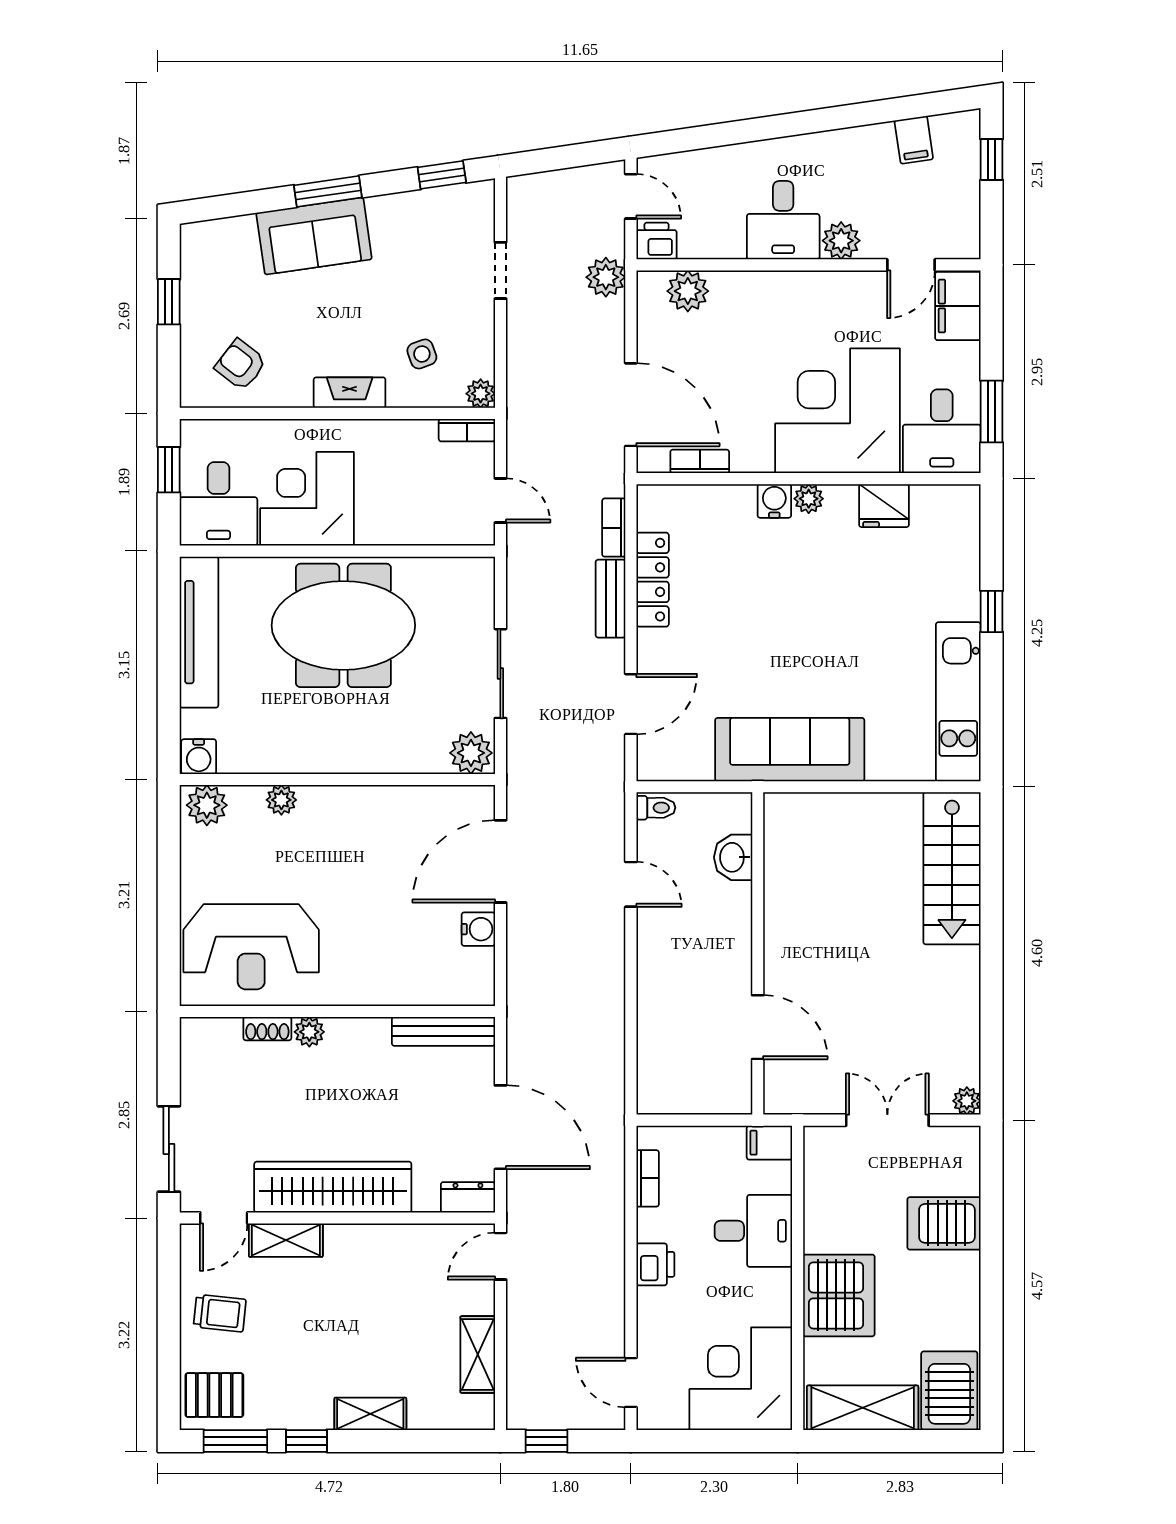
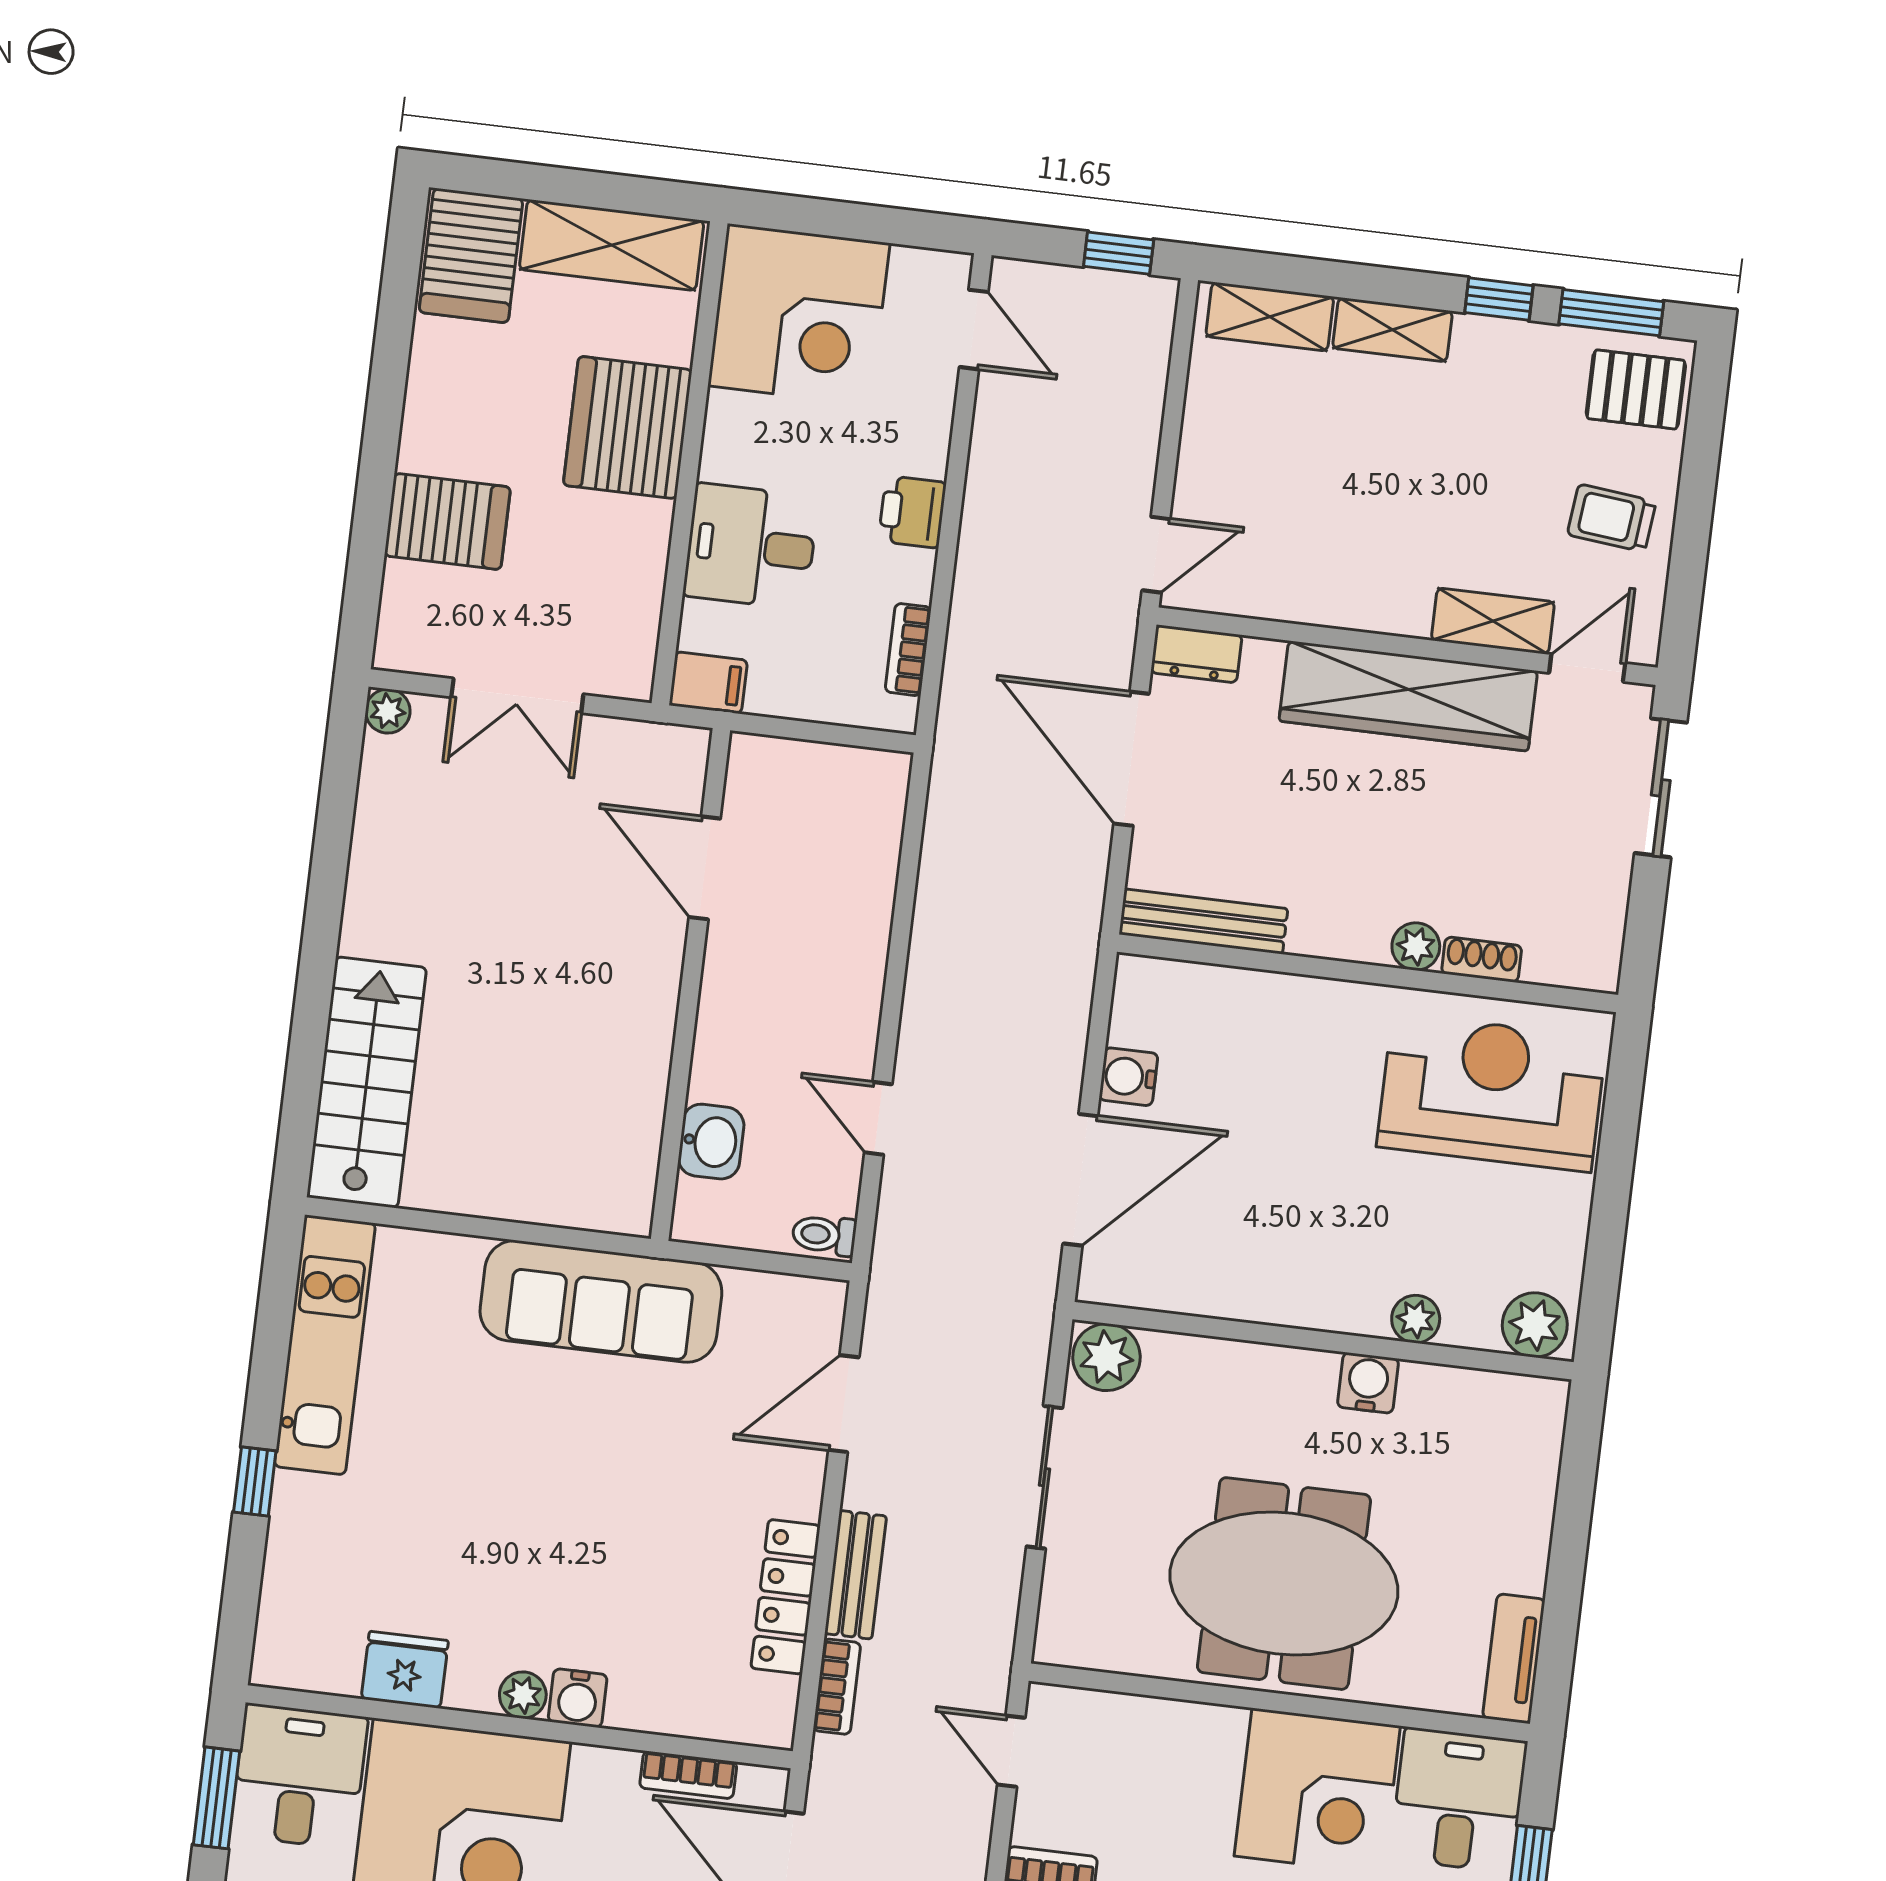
tv unit: (199, 632) -> (1514, 1659), width x0.52, depth x0.78
water cooler: (199, 757) -> (1368, 1383), moved
shelving: (478, 1355) -> (1270, 317), moved, turned 90

